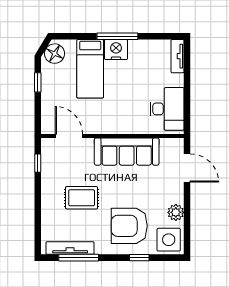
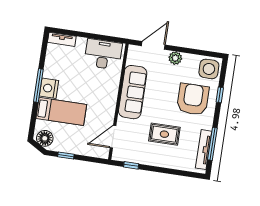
rug: (82, 198) -> (164, 134), turned 90
plant: (176, 212) -> (175, 58), moved
armchair: (129, 226) -> (193, 99), turned 180

